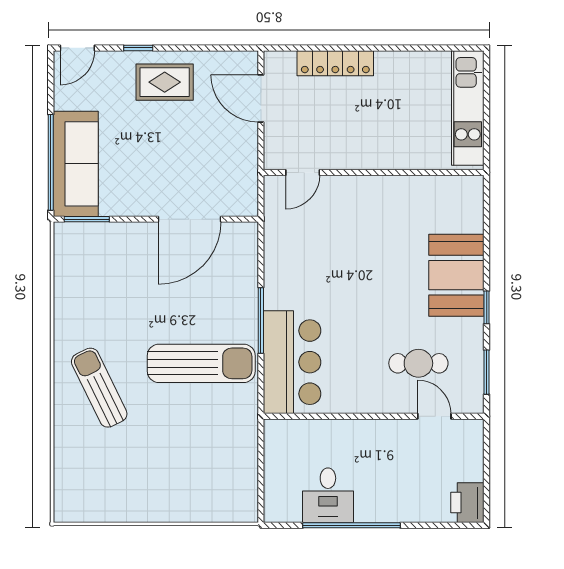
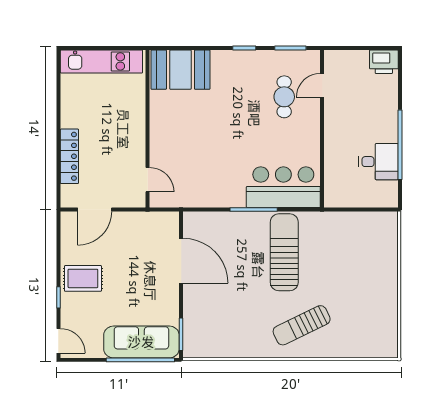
rug: (165, 82) -> (83, 278), turned 90
booth: (456, 275) -> (180, 70), moved

